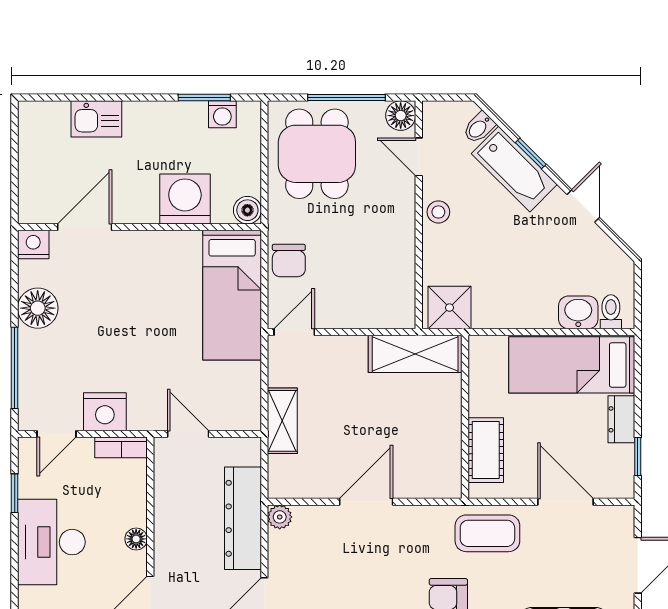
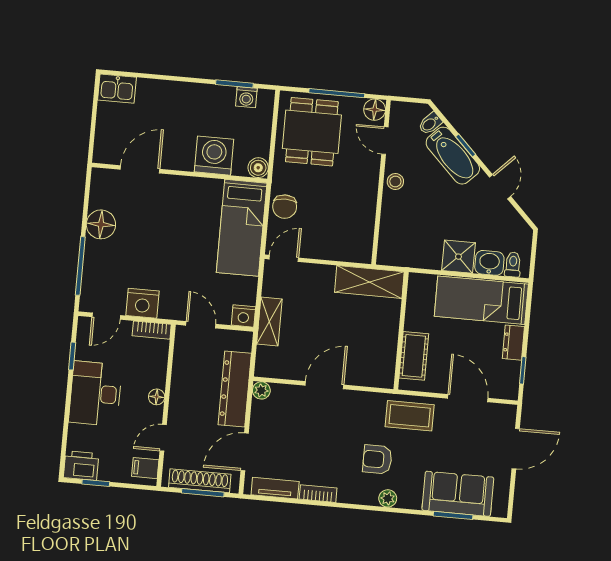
kitchen sink: (96, 119) -> (117, 89), moved
nightstand: (33, 245) -> (243, 316), moved, turned 180
shower: (449, 308) -> (458, 257), moved

